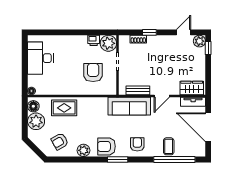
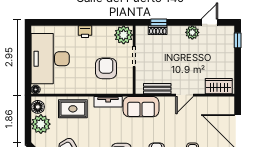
window: (149, 32) -> (159, 22), moved
printer: (94, 40) -> (85, 32), moved
plant: (199, 41) -> (192, 32), moved
desk: (40, 58) -> (50, 59), width x1.36, depth x1.30
tv unit: (193, 102) -> (108, 102), moved
sofa: (129, 106) -> (141, 107), width x0.73

